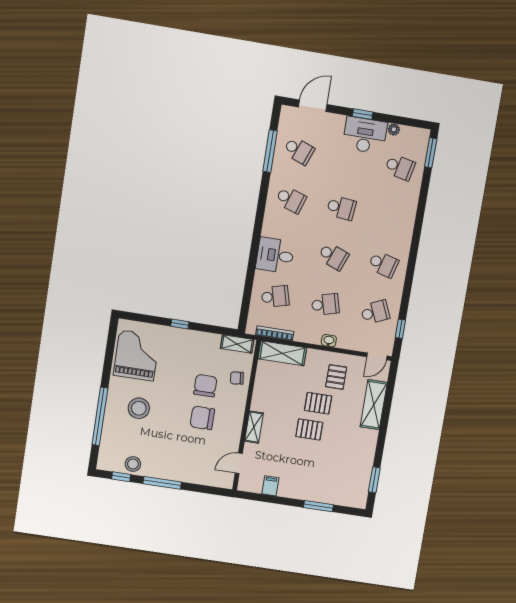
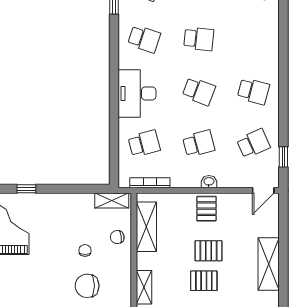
desk: (275, 255) -> (137, 93), width x1.37
window: (180, 324) -> (26, 189), moved
shelving: (282, 353) -> (146, 227), moved, turned 90
pallet: (336, 377) -> (206, 209), moved
chair: (205, 386) -> (85, 250), width x0.54, depth x0.54
shelving: (374, 405) -> (269, 264), moved
stool: (139, 408) -> (18, 286), removed

